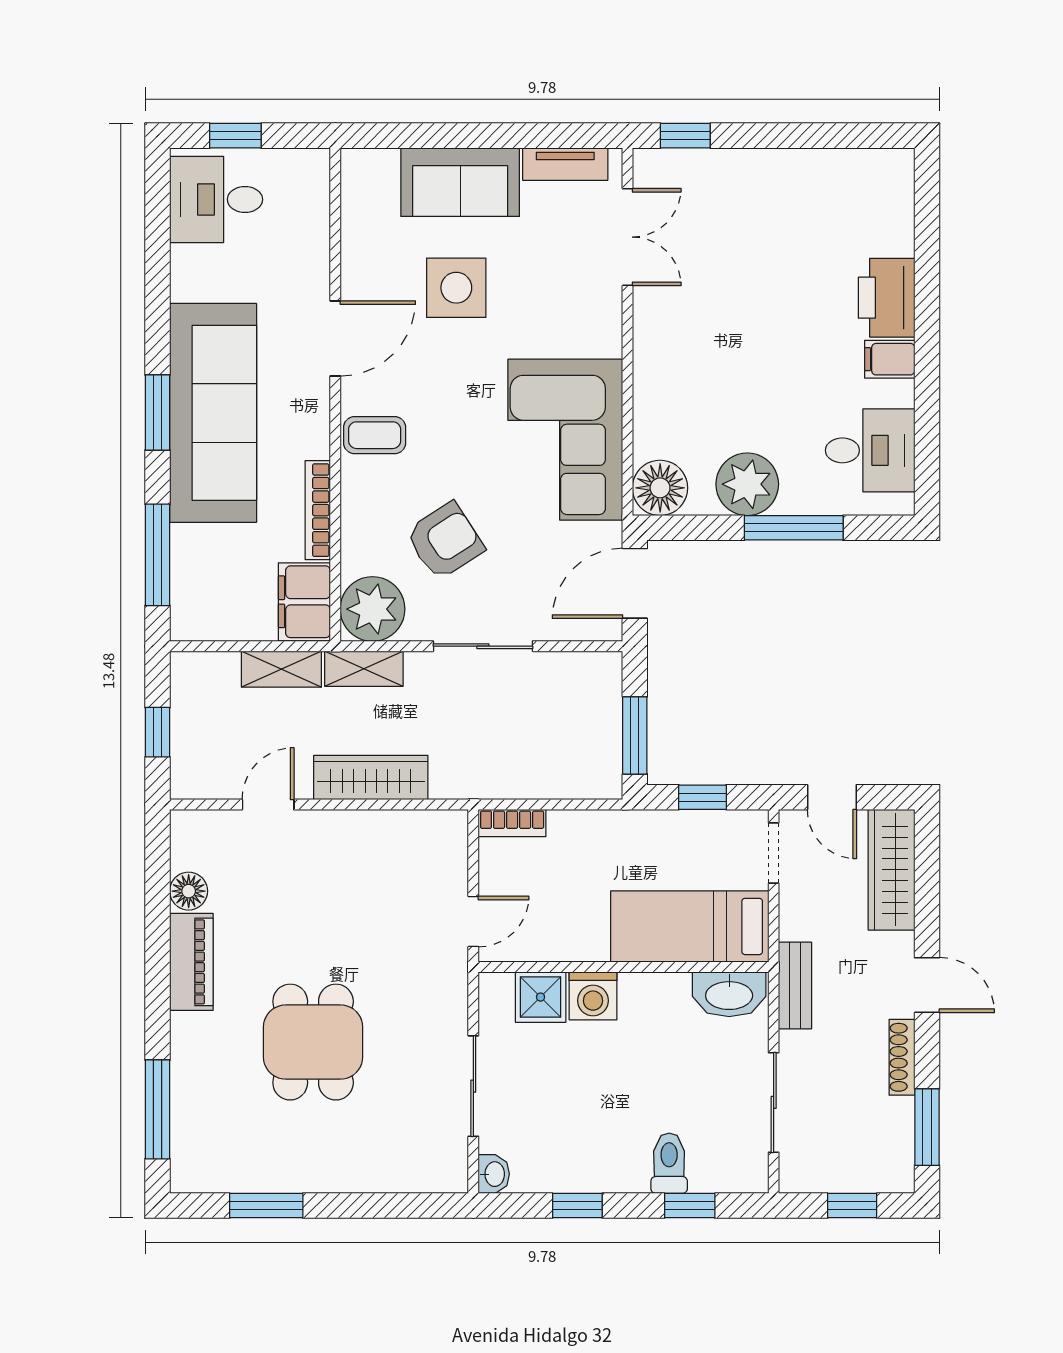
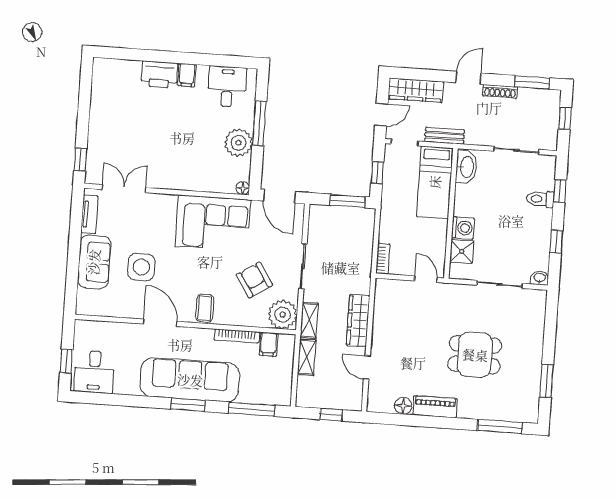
floor lamp: (660, 488) -> (243, 188), width x0.53, depth x0.53
filing cabinet: (304, 602) -> (269, 344), width x0.50
bench: (795, 986) -> (445, 136), moved

